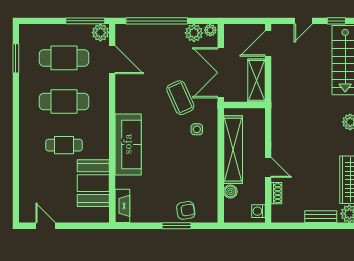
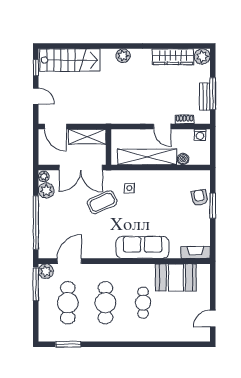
door: (268, 167) -> (162, 127), swing flipped
bench: (321, 217) -> (205, 96), moved
window: (306, 226) -> (213, 94), added

